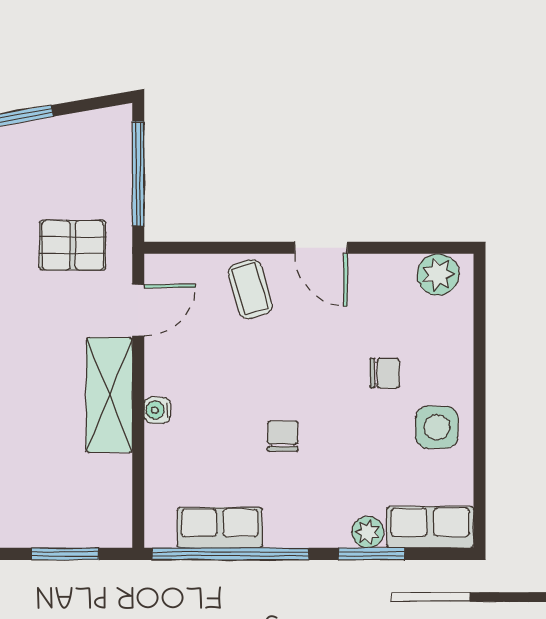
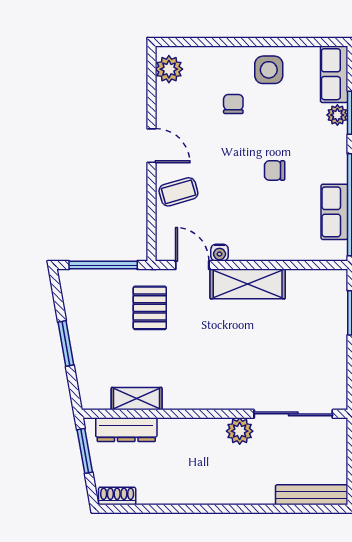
door: (321, 248) -> (151, 146), hinge flipped
water cooler: (157, 410) -> (220, 253), moved

